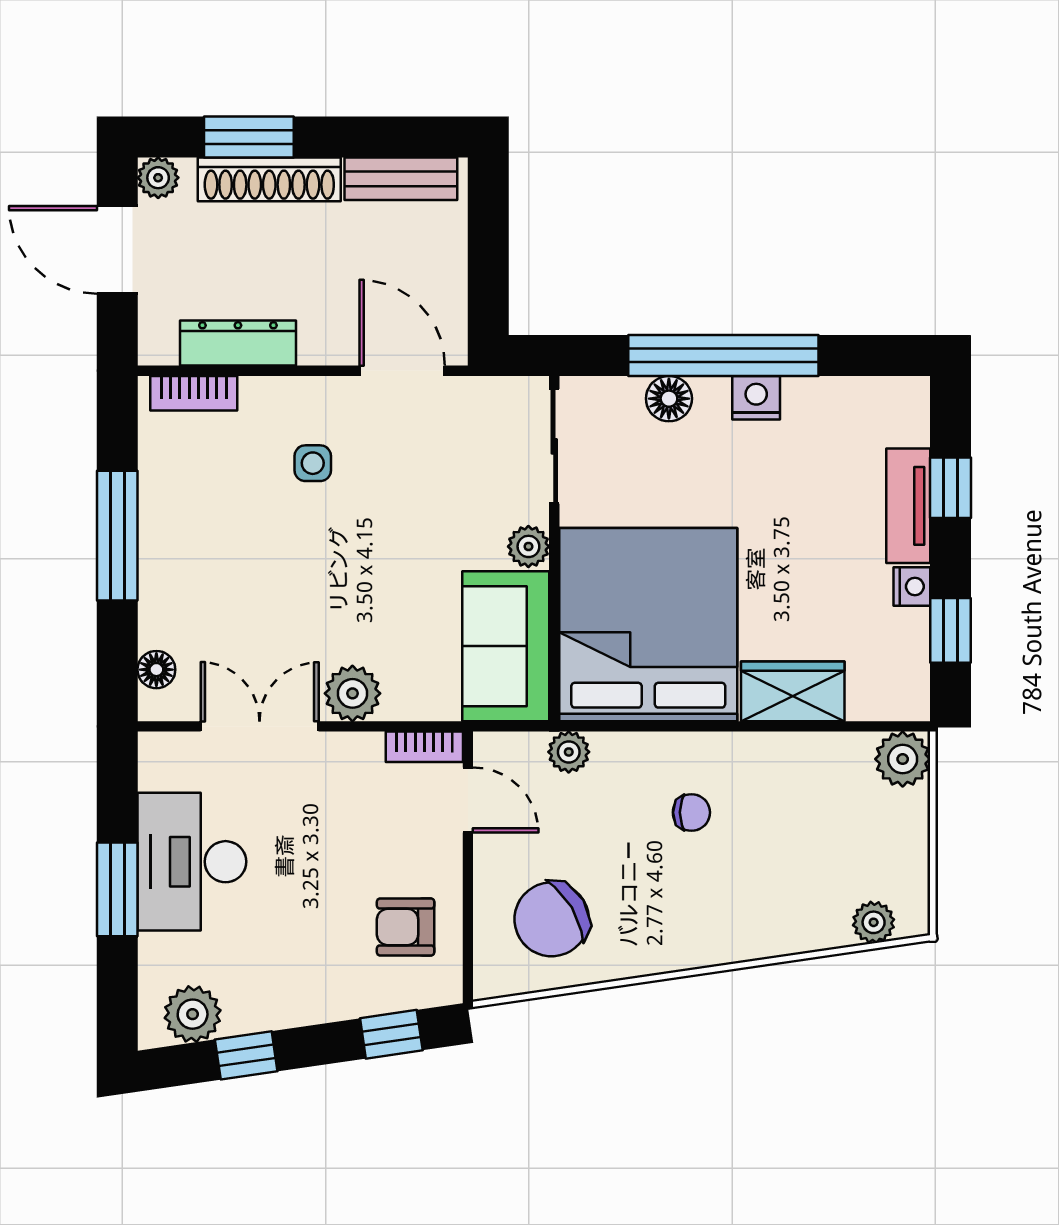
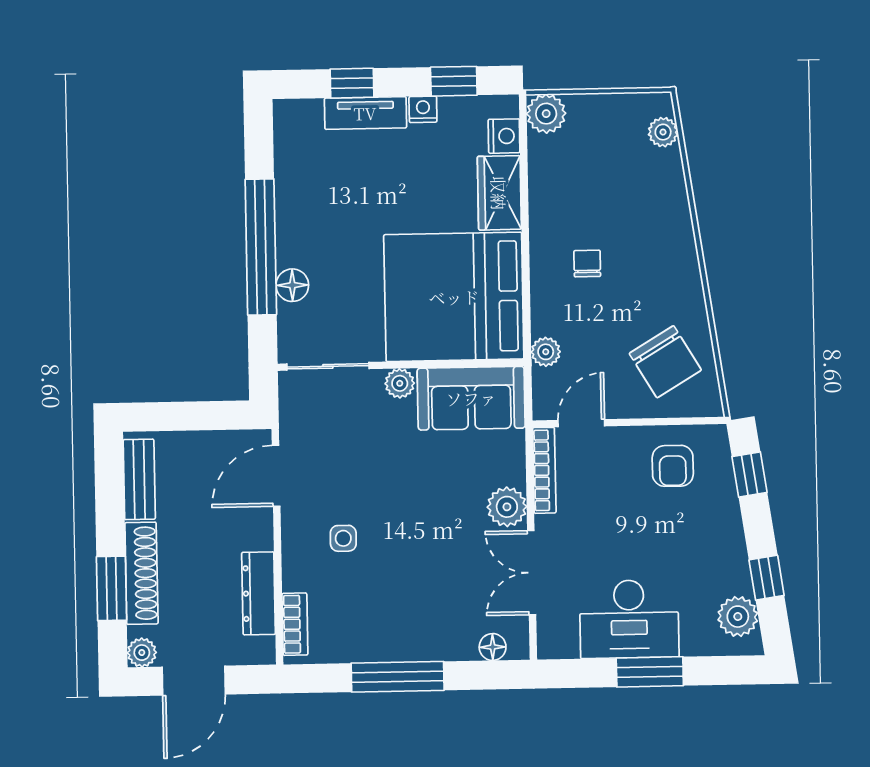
nightstand: (756, 398) -> (504, 136), moved, turned 180
bookcase: (424, 747) -> (544, 470), width x1.56

